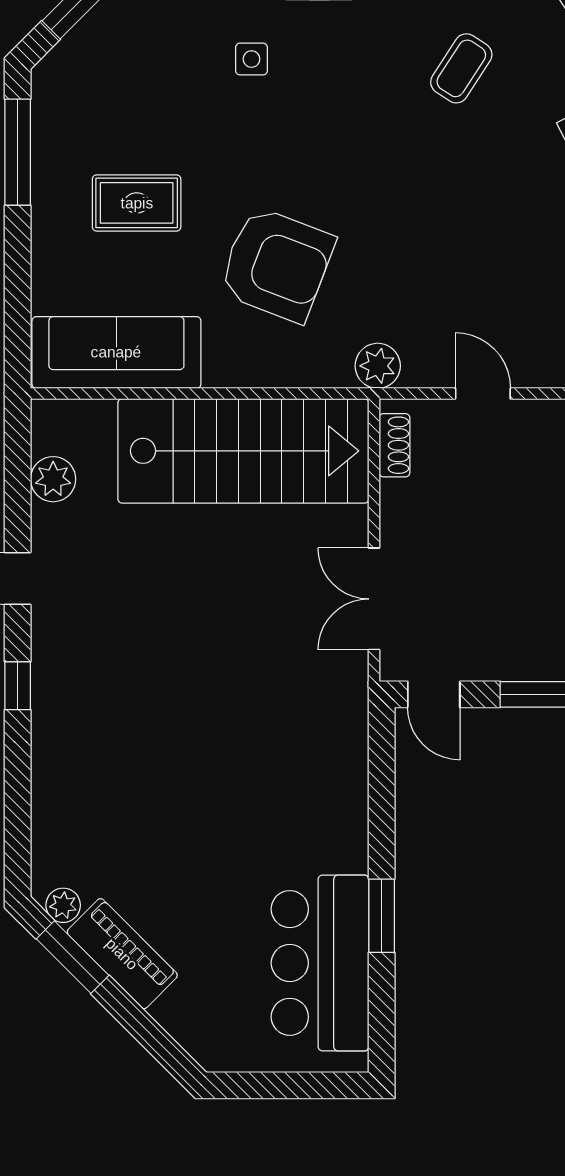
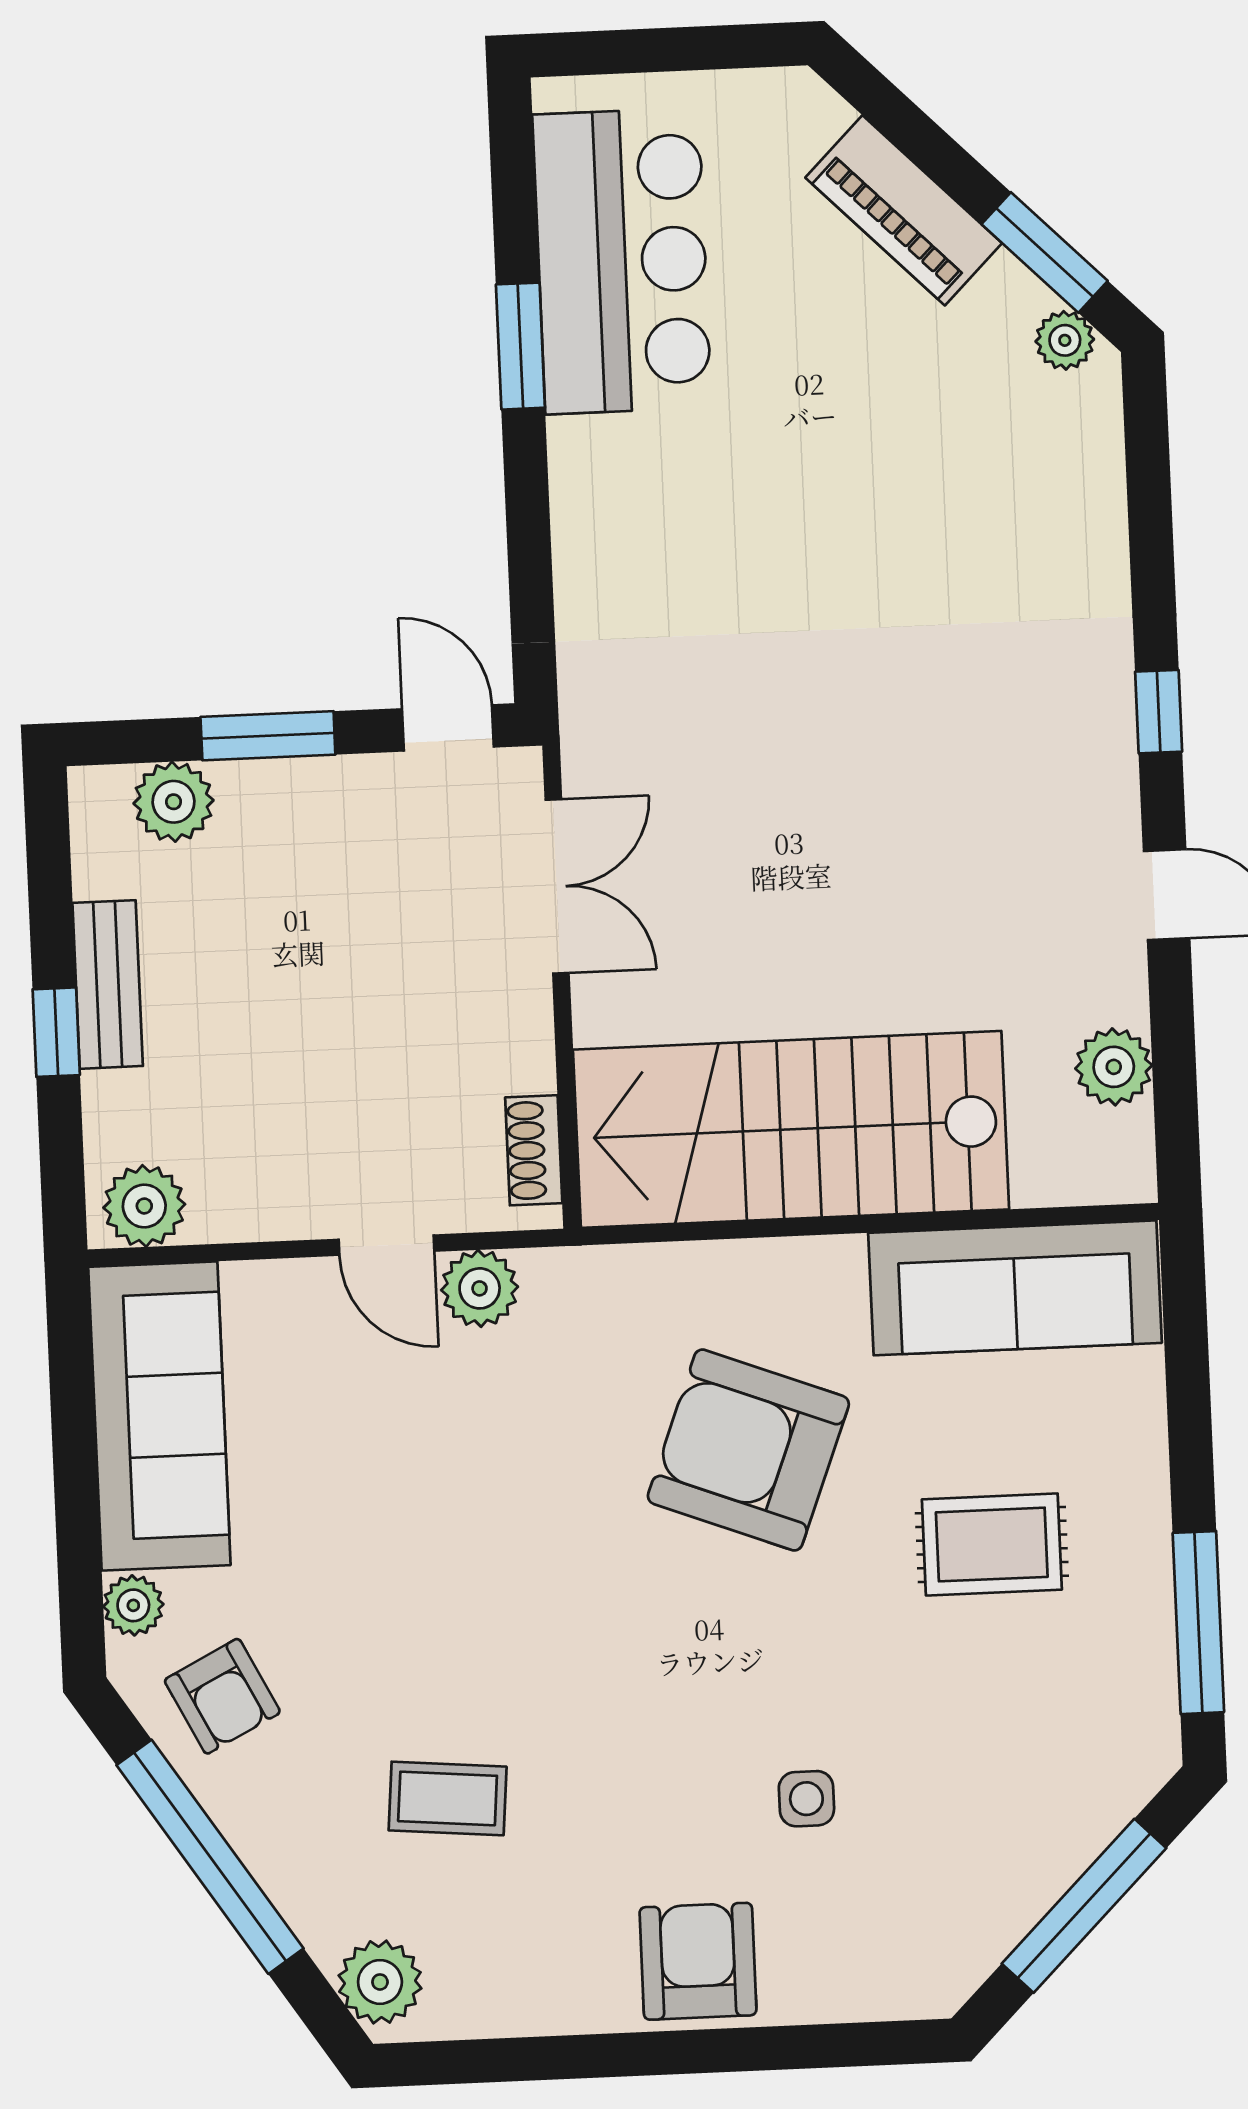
coffee table: (461, 68) -> (448, 1798), turned 62
plant: (378, 366) -> (480, 1288), moved
piano: (122, 954) -> (904, 210), moved

